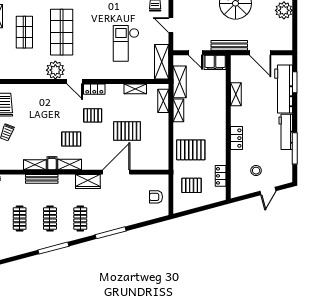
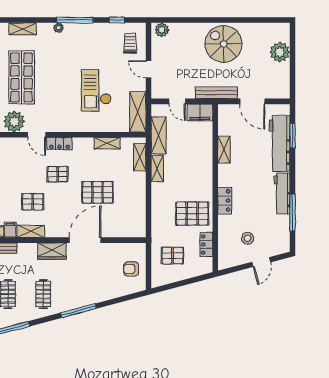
pallet: (191, 150) -> (192, 214), moved

